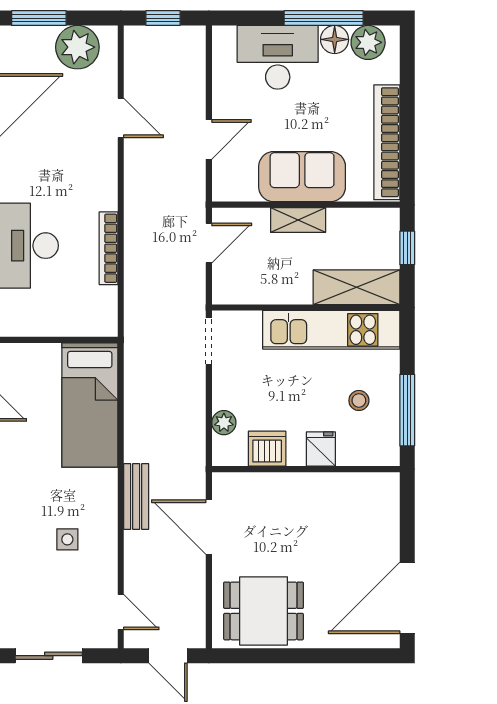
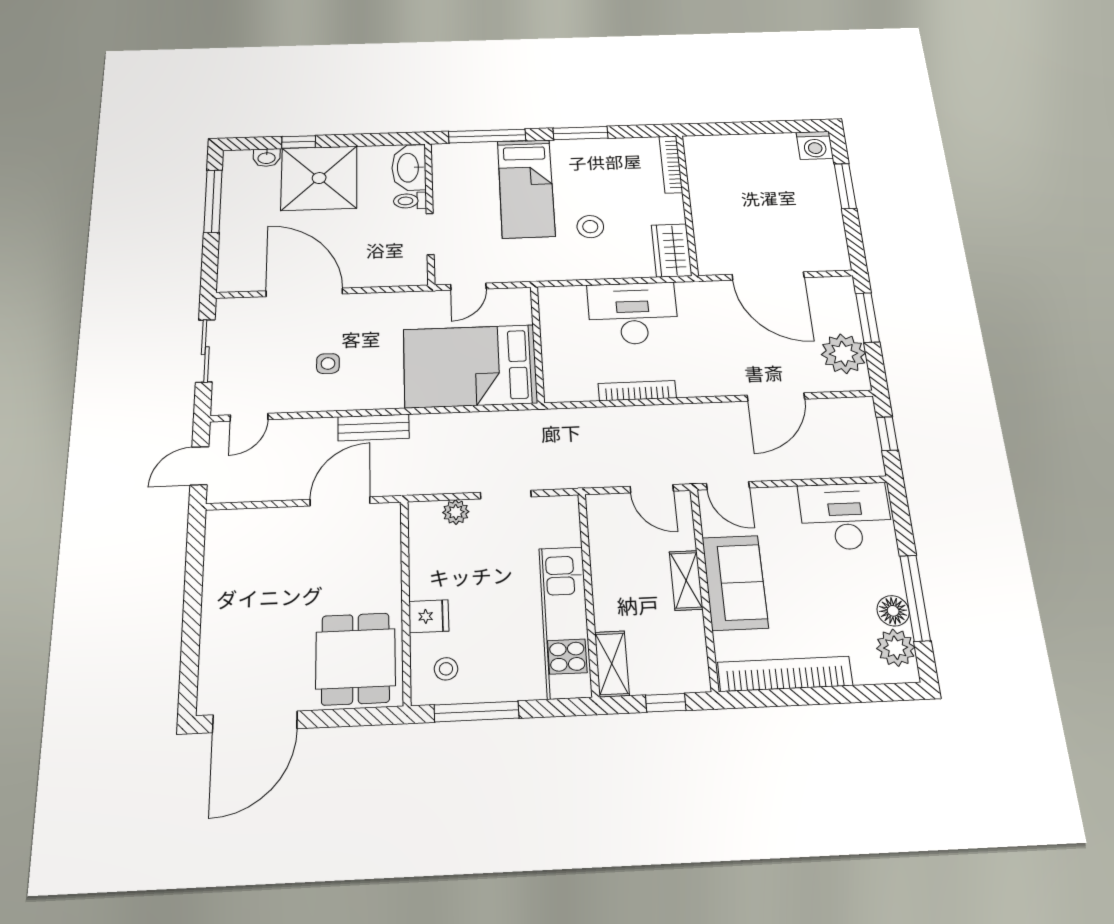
desk: (278, 57) -> (846, 516), moved, turned -90
door: (121, 118) -> (776, 397), width x1.38
door: (209, 139) -> (728, 486), moved
shelving: (357, 287) -> (612, 664), width x0.67, depth x0.75
doorway: (209, 341) -> (506, 495), moved
stool: (359, 400) -> (446, 669), moved
bed: (90, 405) -> (470, 366), width x1.50
dishwasher: (267, 449) -> (428, 558), removed
door: (407, 598) -> (255, 722), swing flipped
dining table: (264, 611) -> (356, 659), moved

